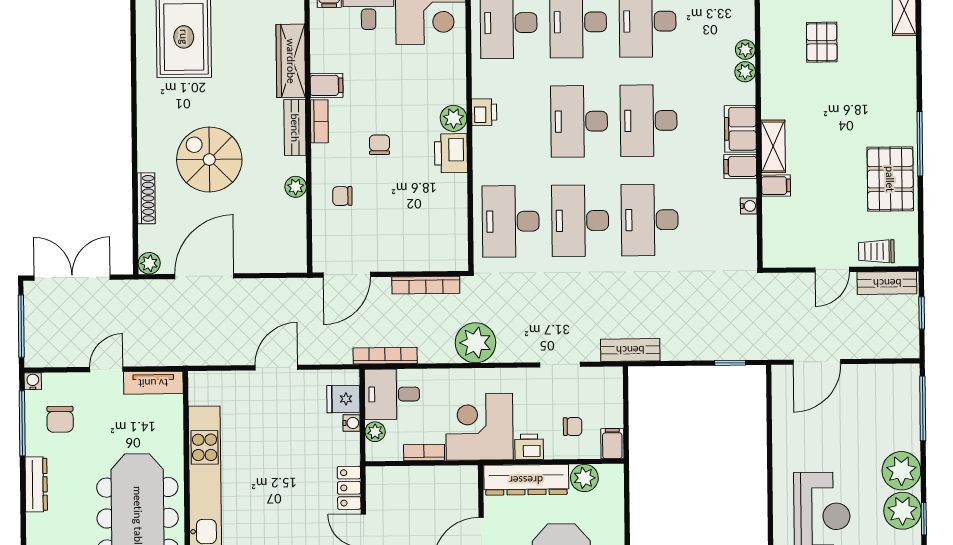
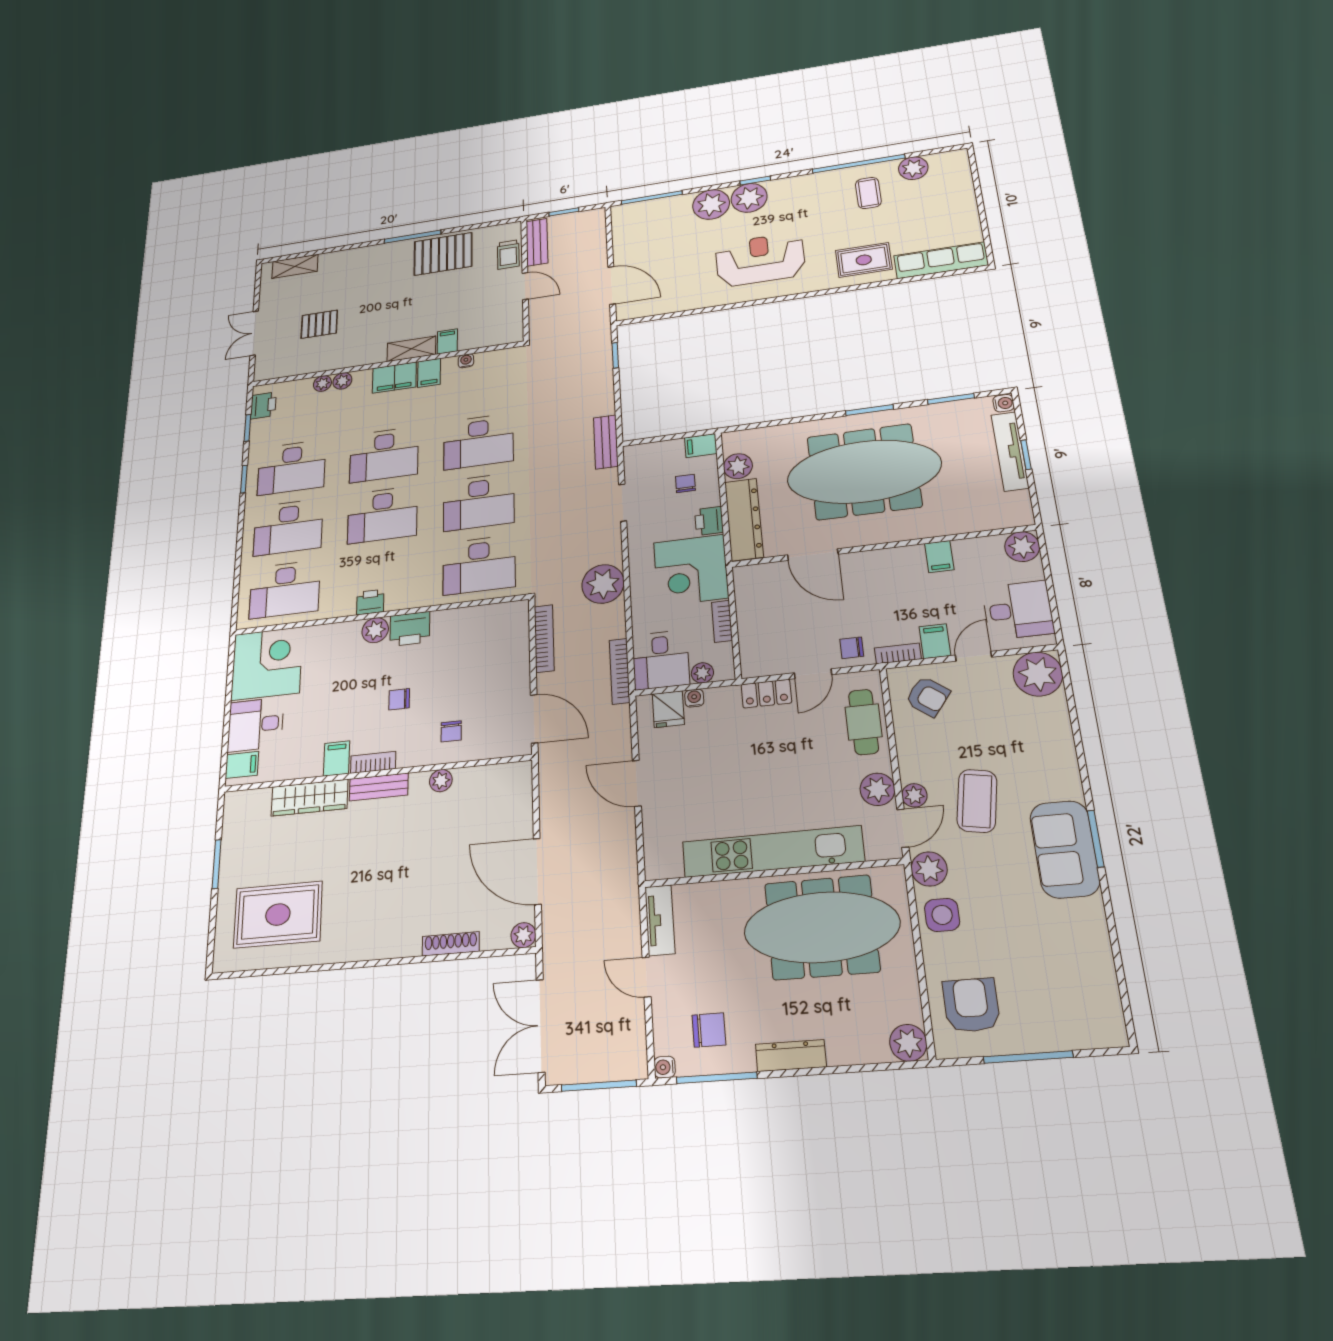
spiral stairs: (209, 160) -> (410, 876), removed

